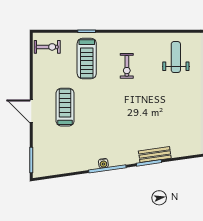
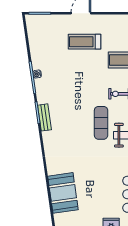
exercise mat: (161, 88) -> (101, 123), added
treadmill: (65, 107) -> (85, 42), turned 180

